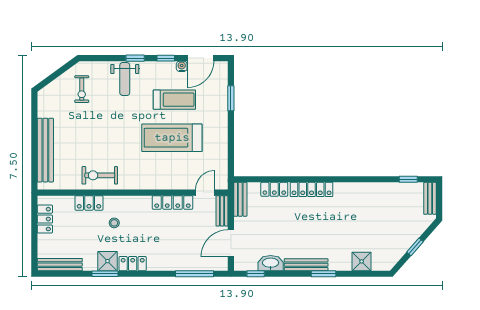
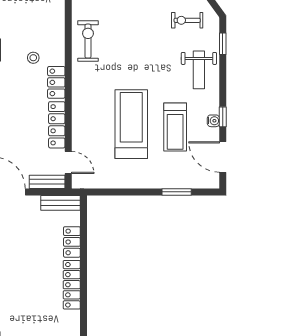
window: (135, 58) -> (223, 44), moved
water cooler: (182, 66) -> (213, 121), moved
weight bench: (125, 79) -> (199, 70), turned -90
locker: (89, 203) -> (56, 82), moved

